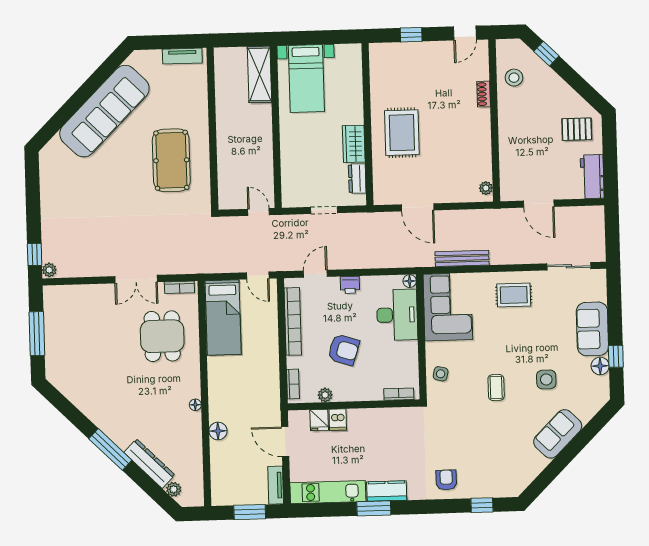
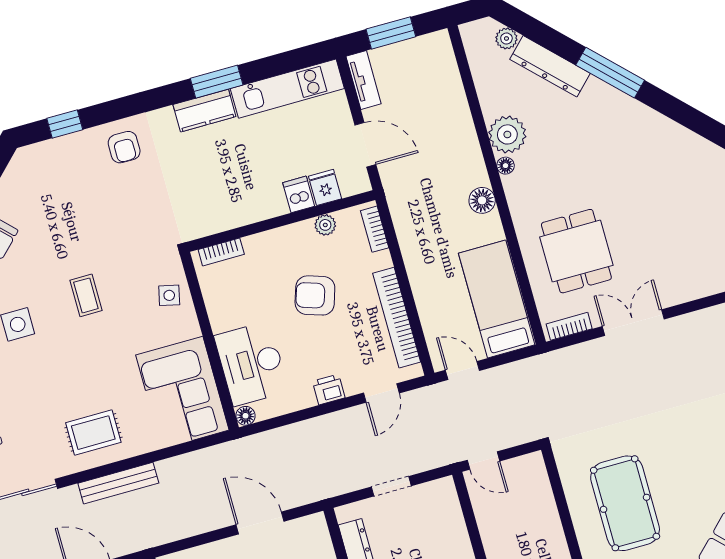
bench: (462, 258) -> (118, 483), moved
plant: (189, 425) -> (507, 134), added
floor lamp: (218, 431) -> (482, 200), moved

